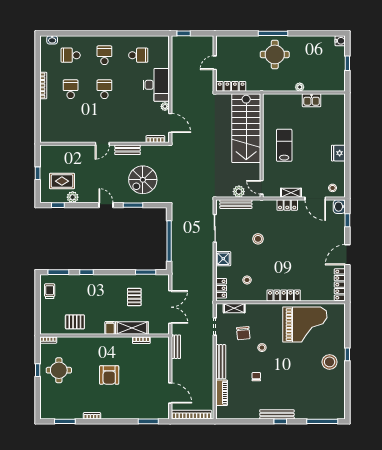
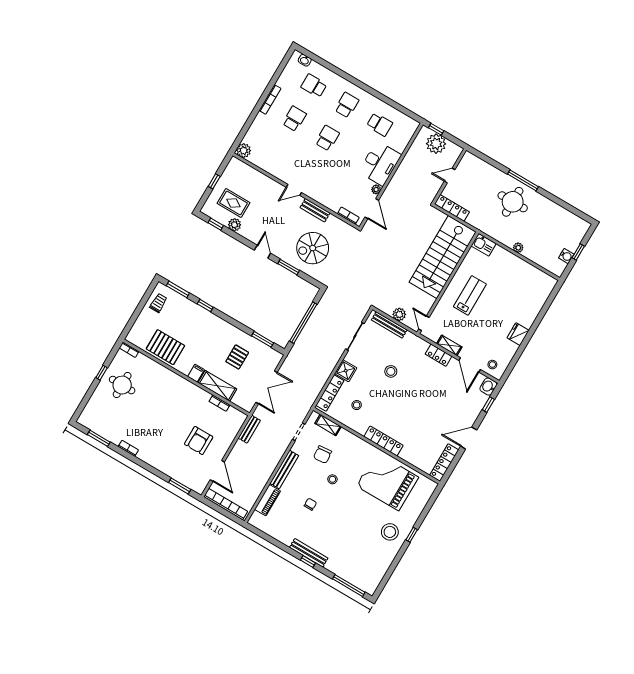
water cooler: (340, 41) -> (566, 256), moved
plant: (190, 45) -> (436, 144), added
kitchen sink: (312, 100) -> (484, 245), moved
plant: (46, 136) -> (244, 151), added
locker: (221, 288) -> (330, 393), width x1.53
pallet: (75, 322) -> (165, 347), width x1.50, depth x1.42
grand piano: (305, 325) -> (387, 482), turned 180
armchair: (109, 375) -> (199, 440), moved

